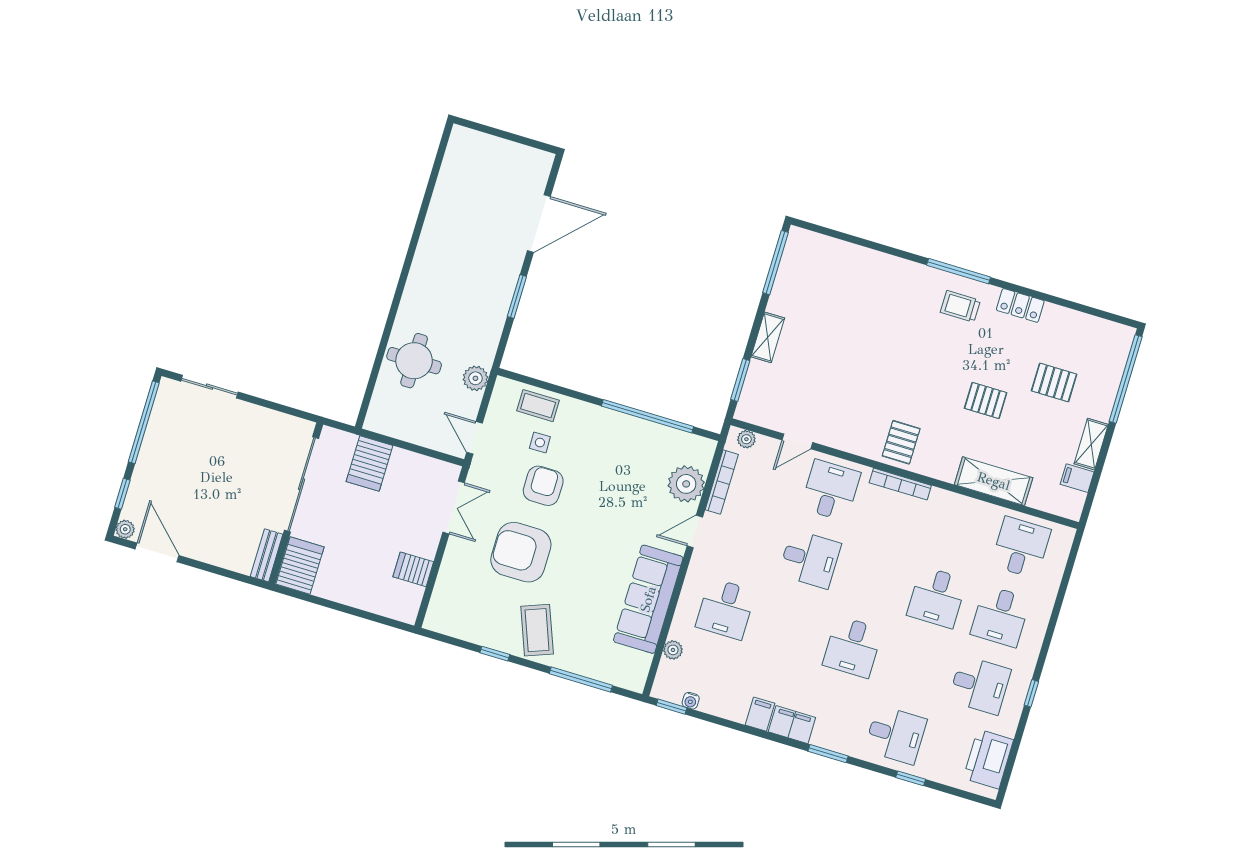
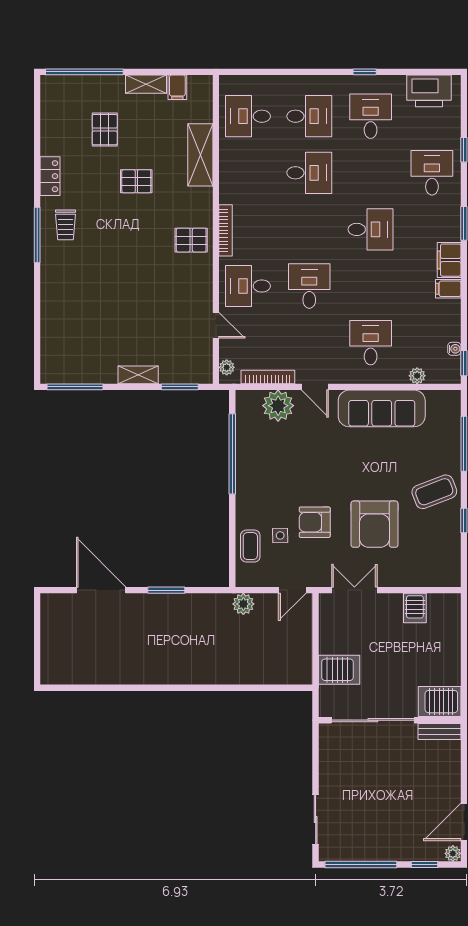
round table: (414, 361) -> (244, 659), removed
pallet: (986, 400) -> (136, 181), turned 90
desk: (726, 609) -> (371, 343), turned -90

